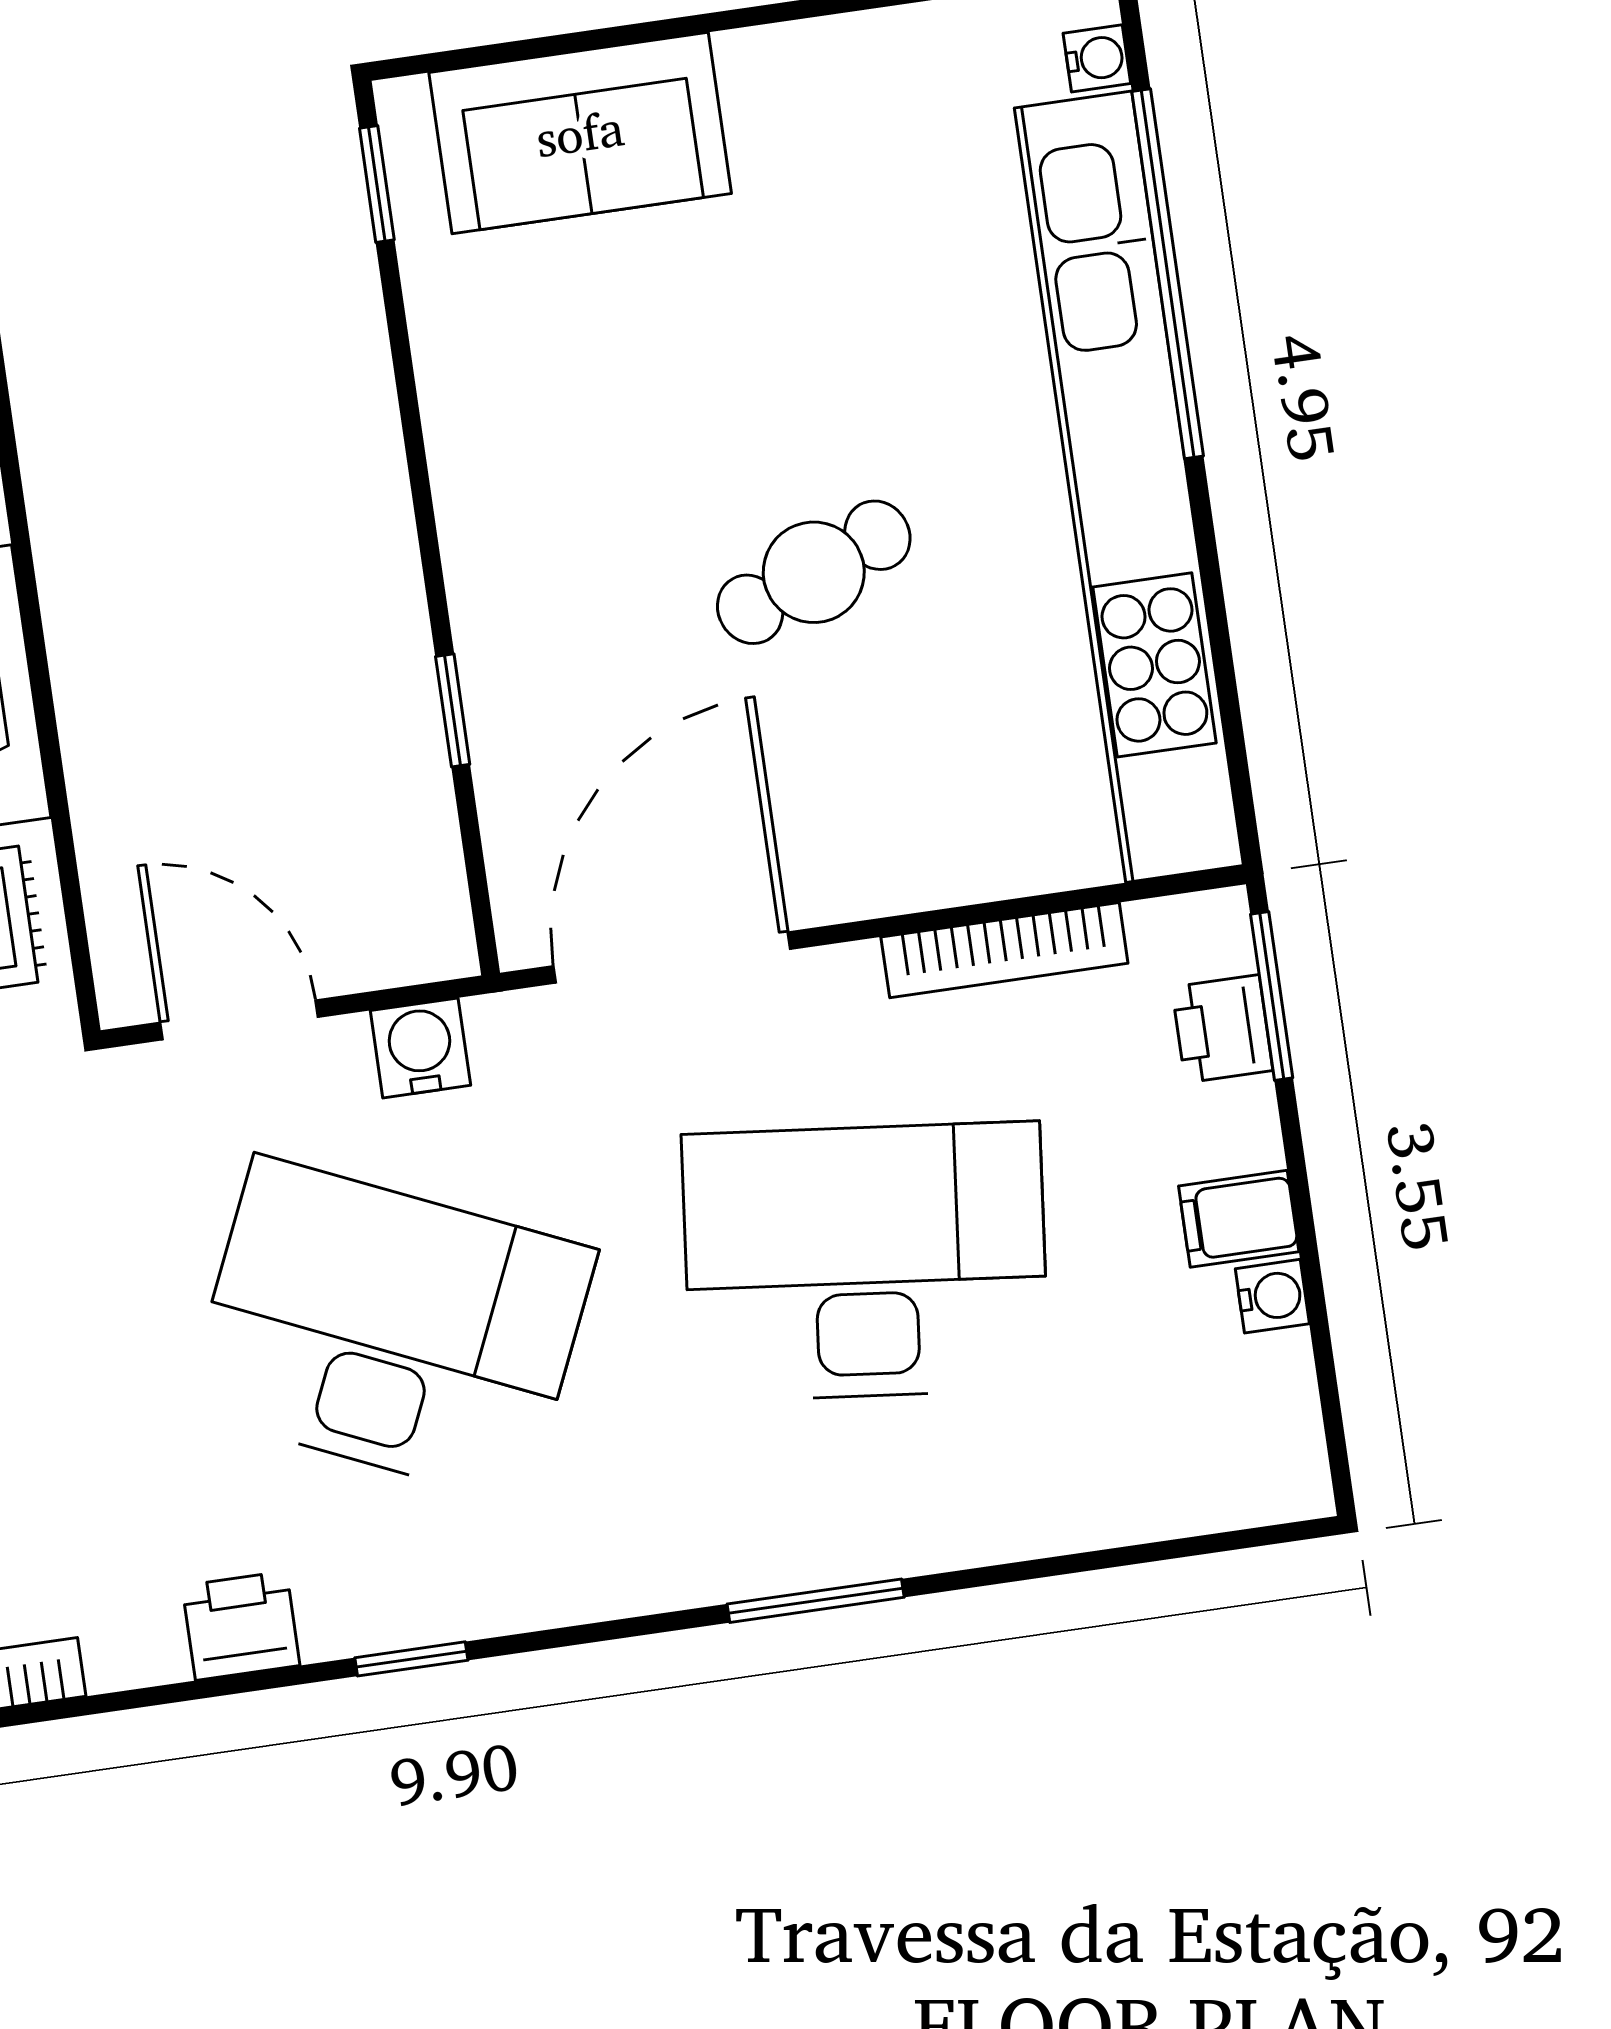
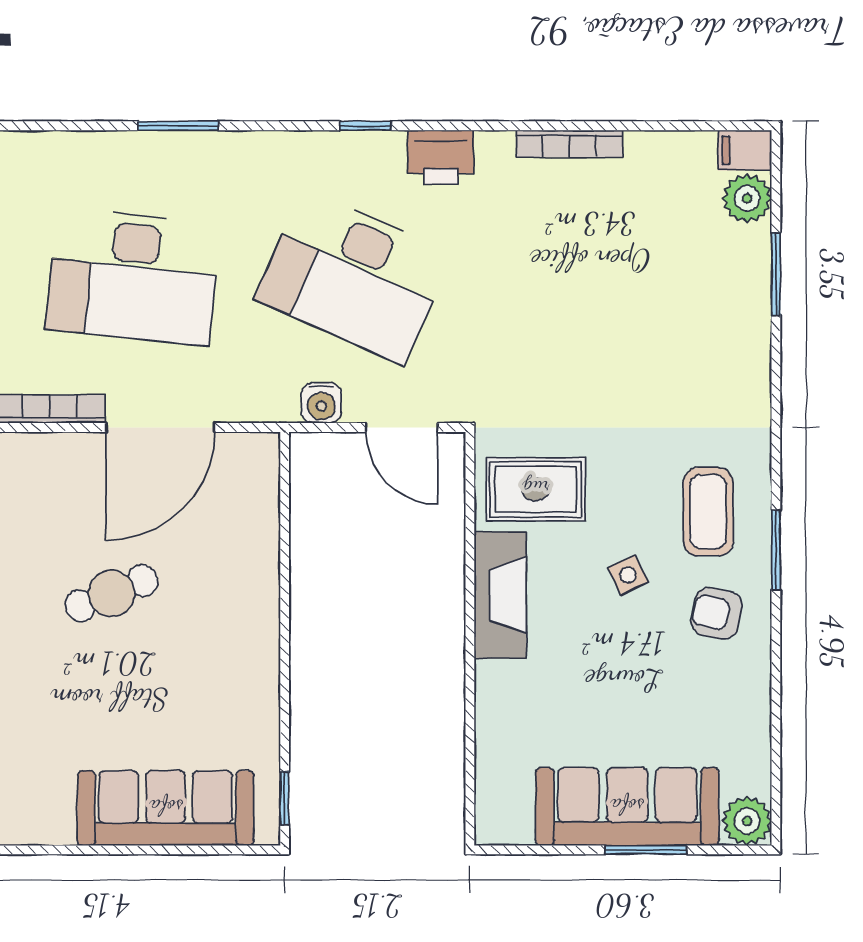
sofa: (580, 133) -> (166, 808), width x1.36
window: (453, 710) -> (285, 554), removed
door: (672, 957) -> (160, 427), moved
printer: (241, 1626) -> (441, 157), width x1.36, depth x1.24

